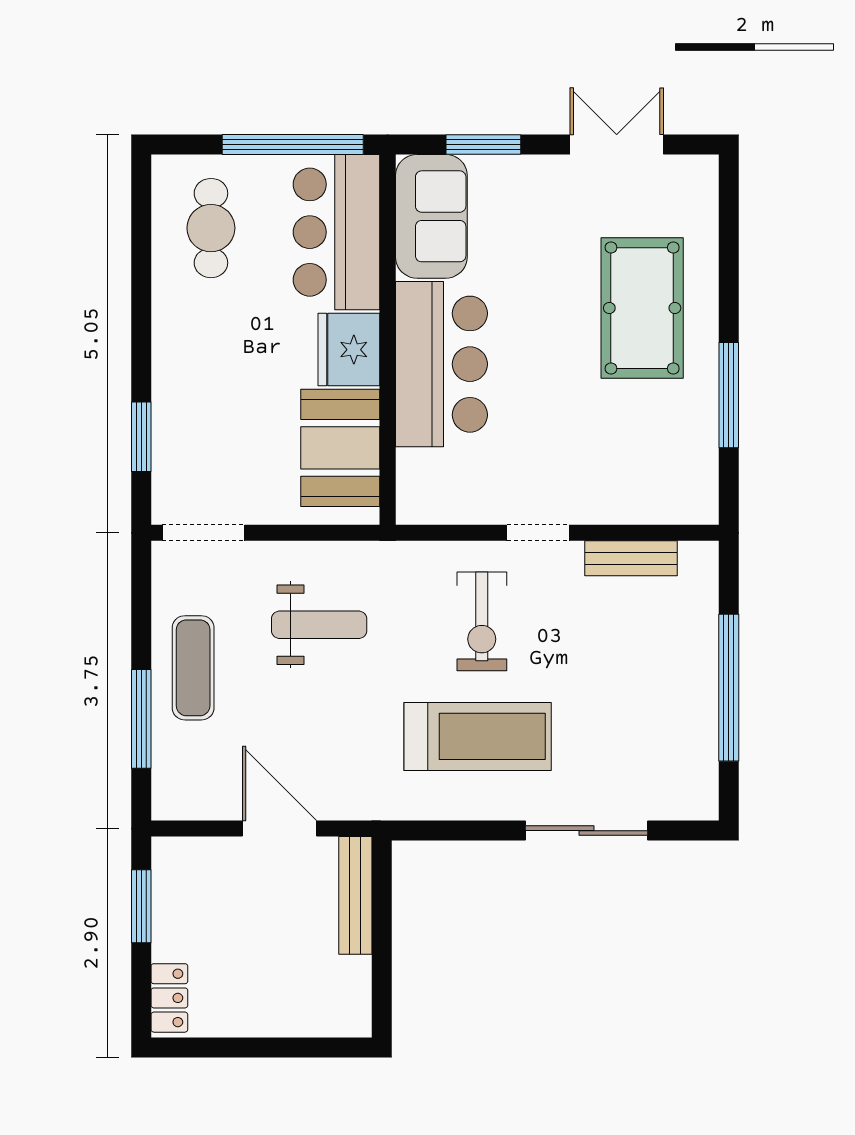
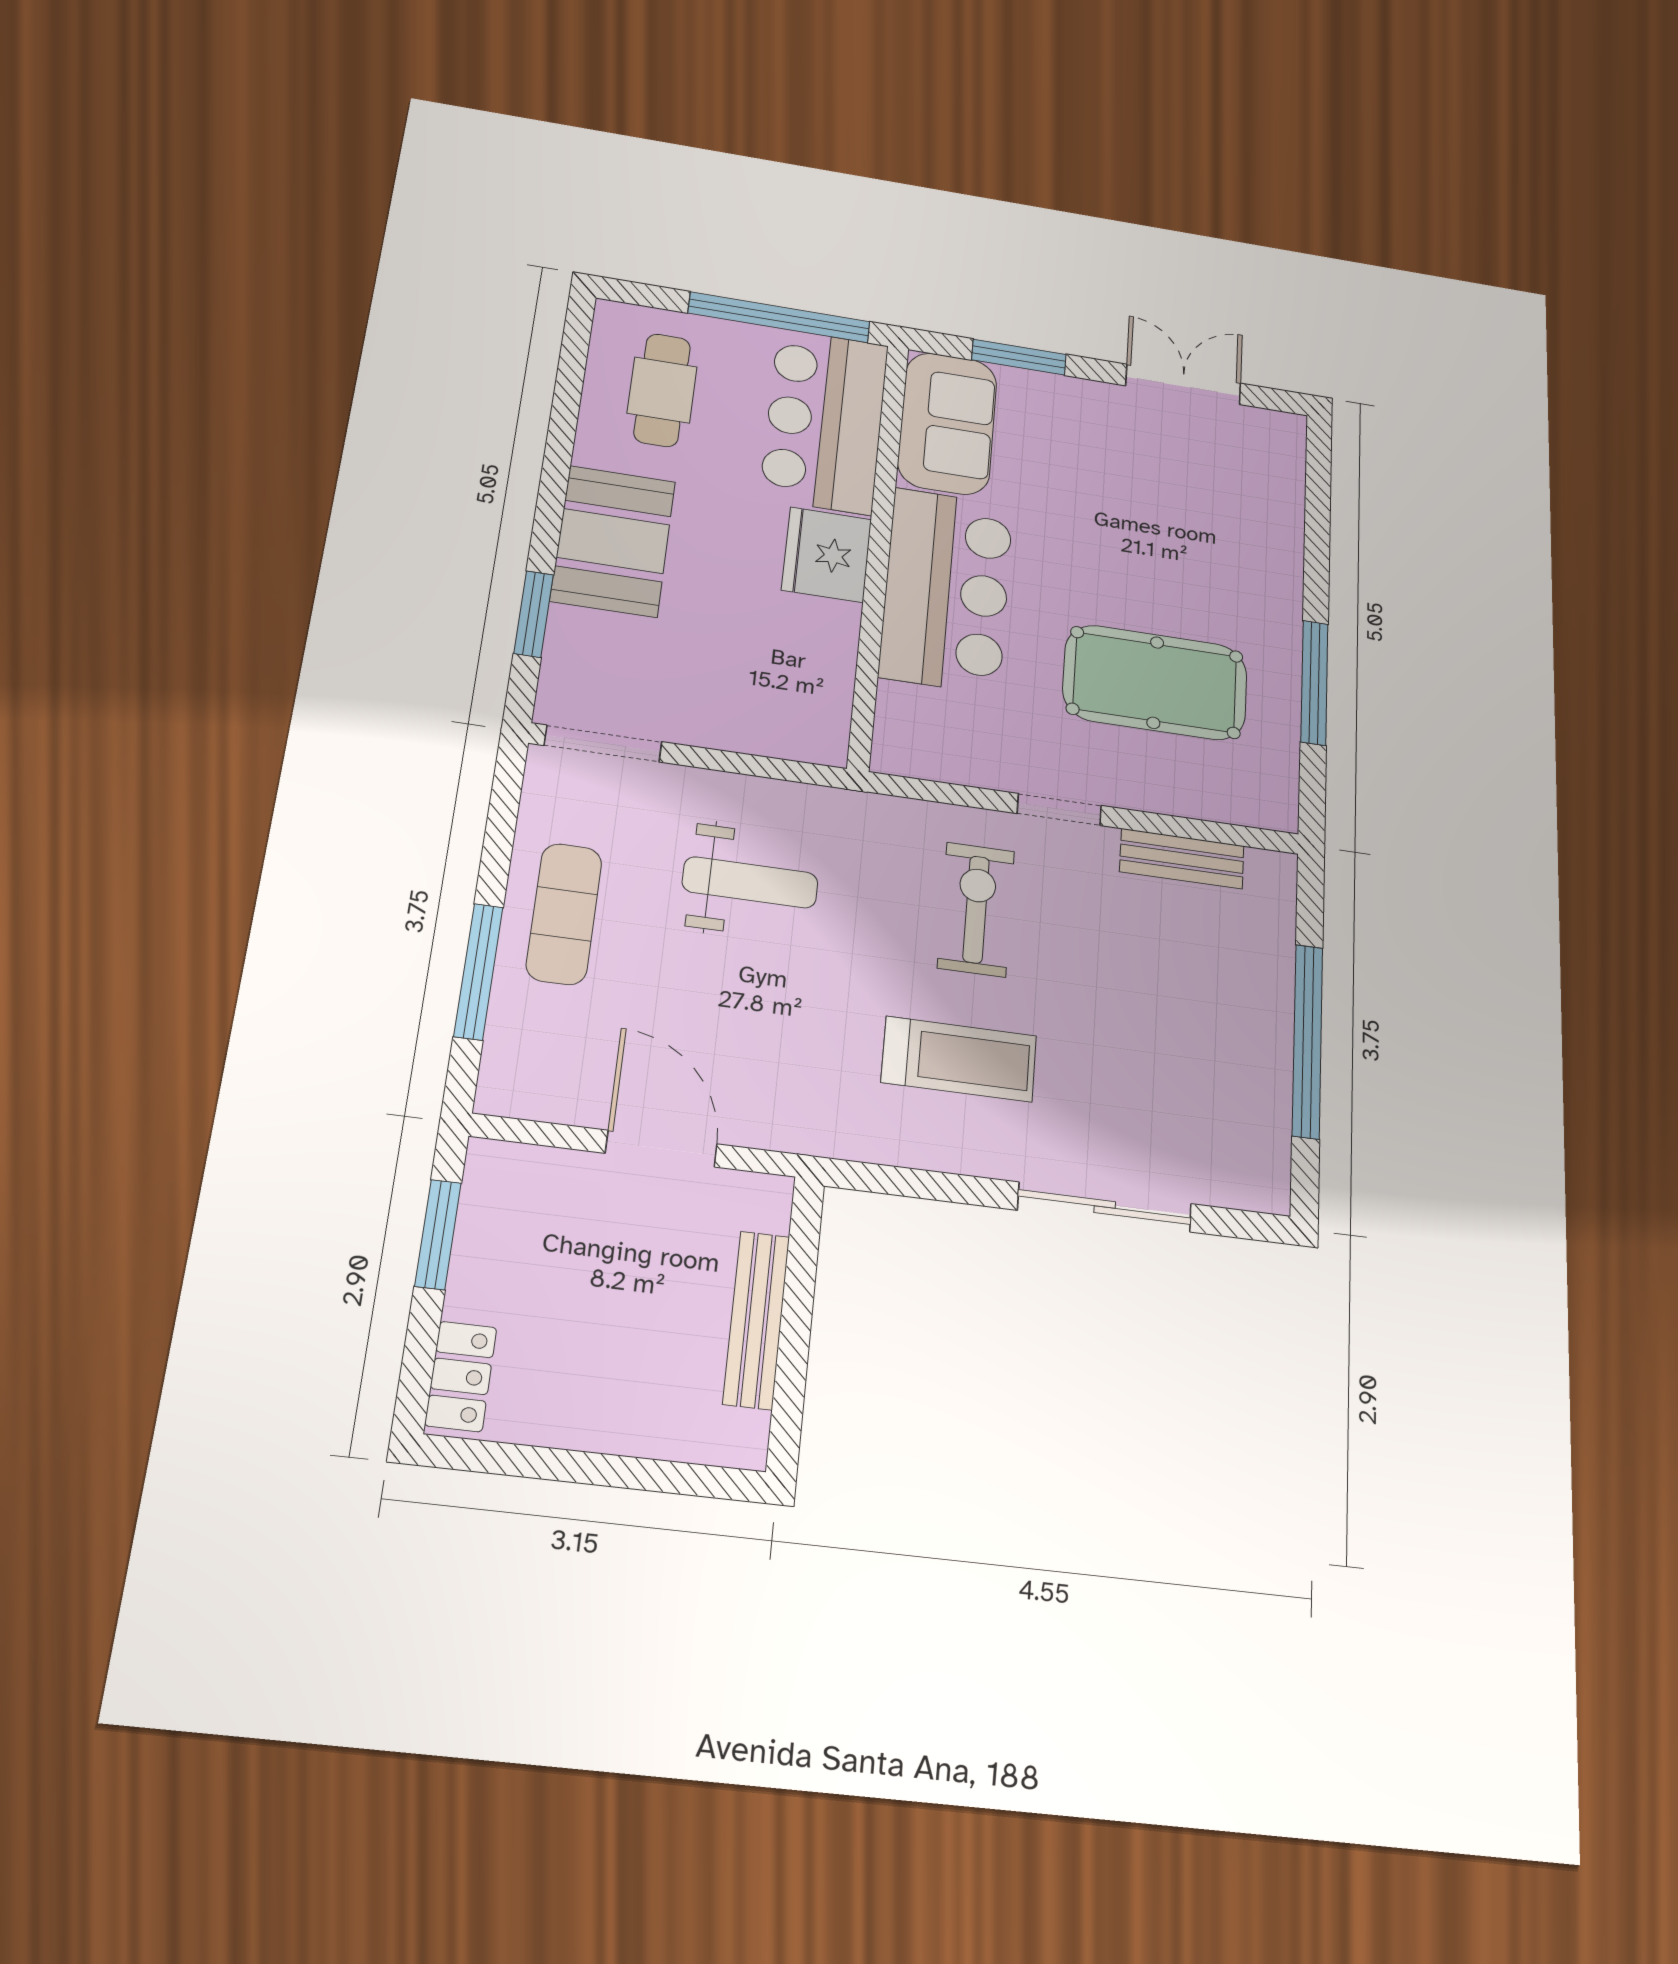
pool table: (642, 308) -> (1155, 682), moved, turned 90
booth: (340, 448) -> (613, 541), moved
exercise bike: (482, 621) -> (976, 909), turned 180
treadmill: (478, 736) -> (959, 1059), width x0.73, depth x0.73
bench: (355, 895) -> (756, 1320), moved

